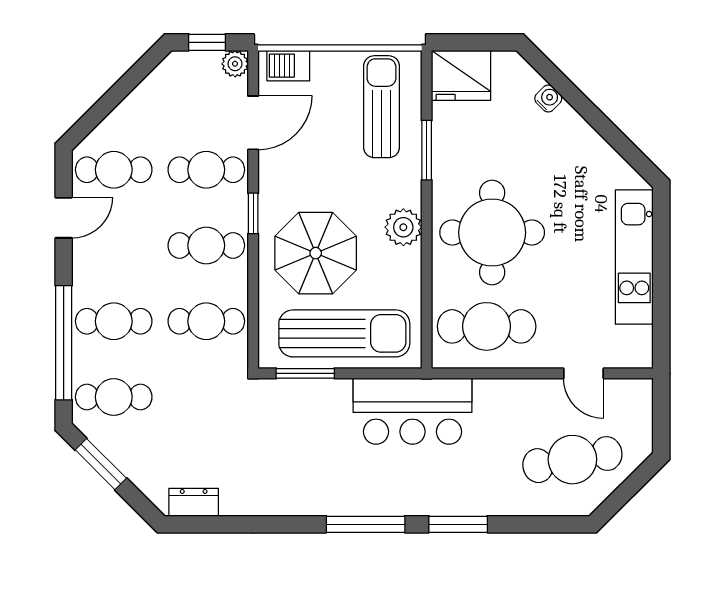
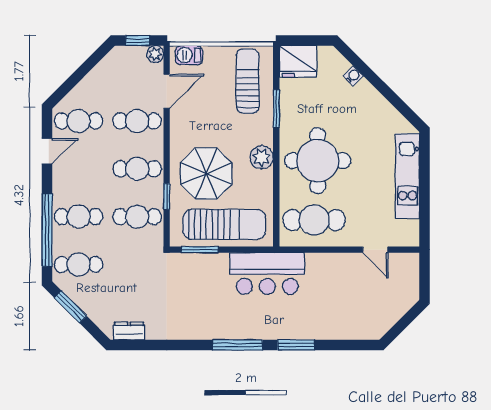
window: (253, 213) -> (167, 196), moved
cafe table: (572, 460) -> (368, 304), removed

